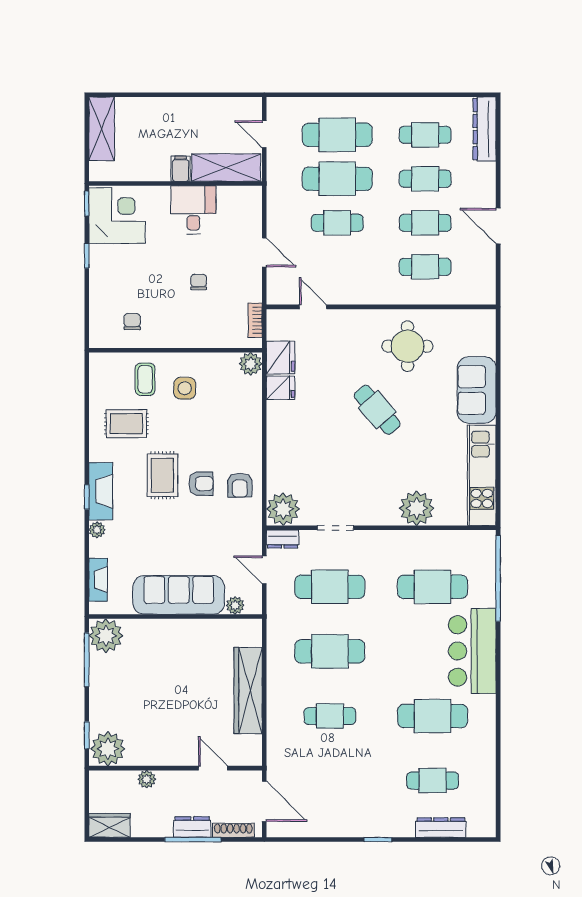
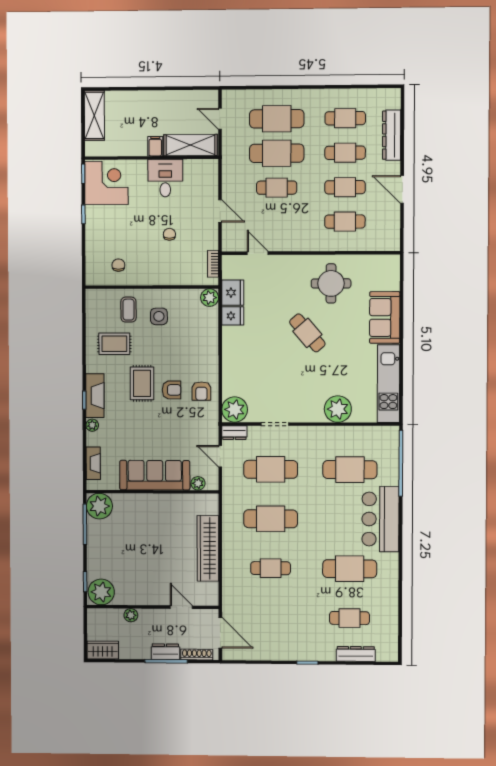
dresser: (485, 129) -> (392, 135), moved

